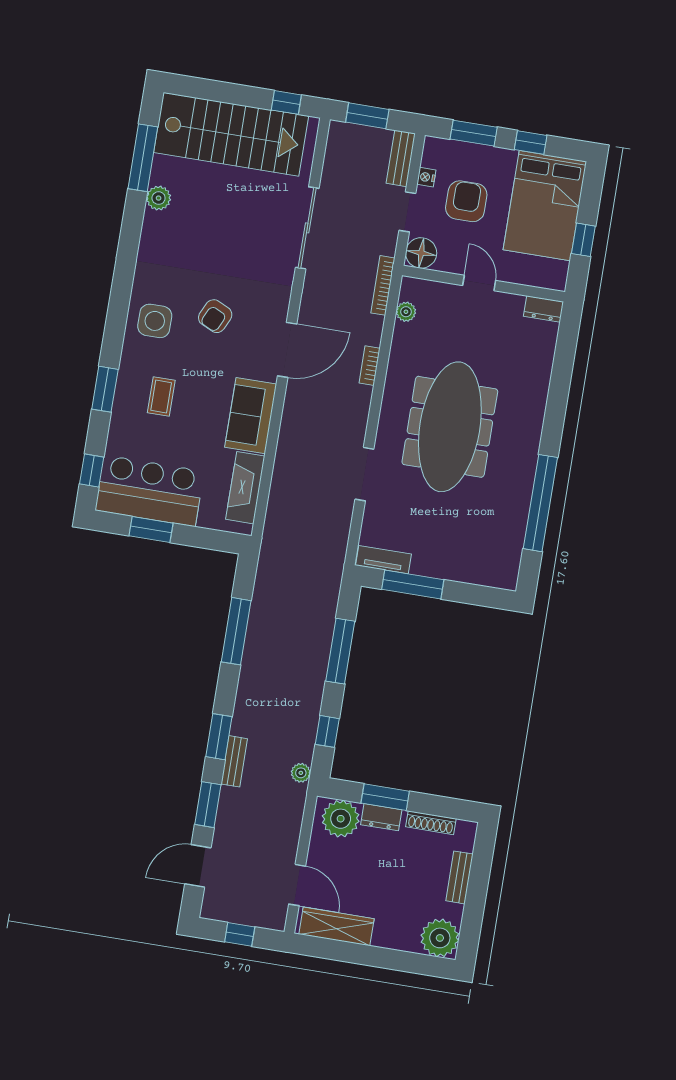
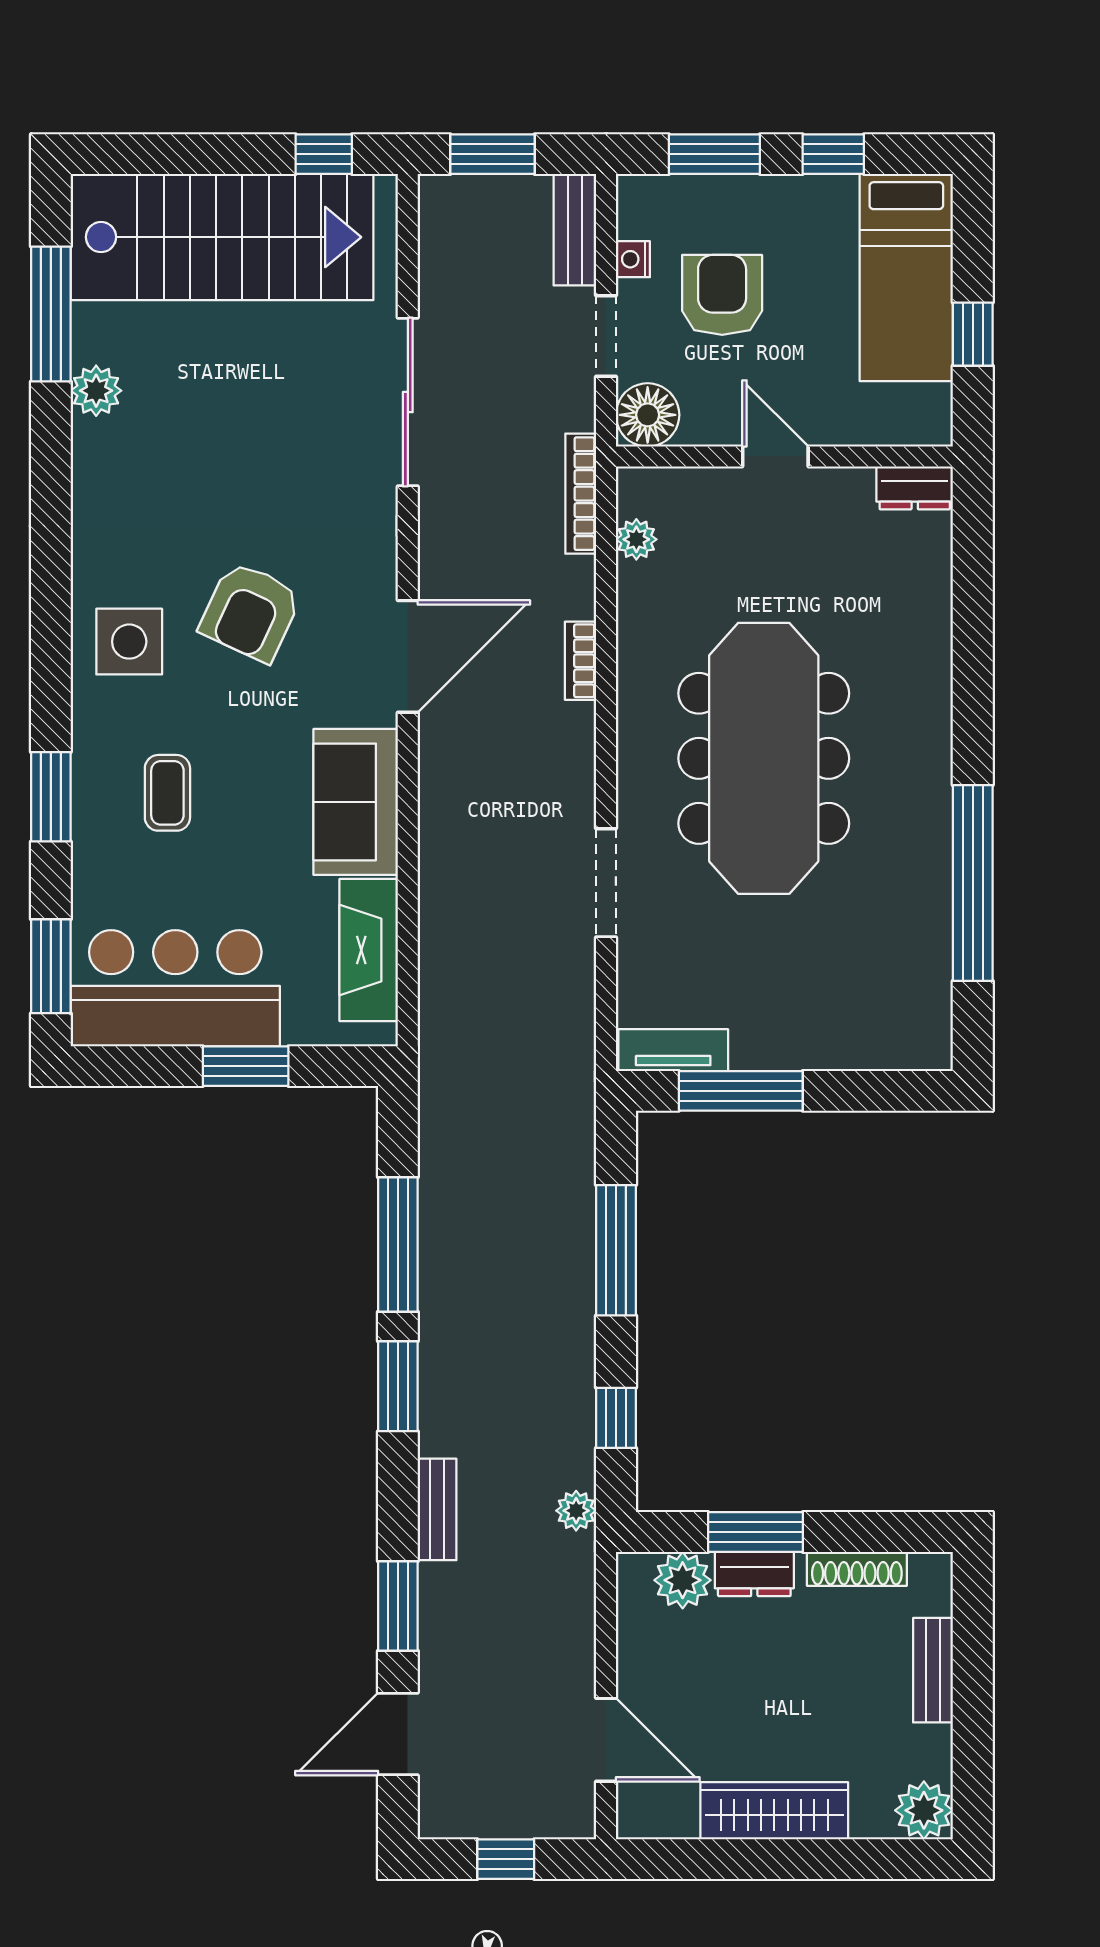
bed: (545, 206) -> (906, 278), width x0.67
armchair: (215, 316) -> (250, 612), width x1.38, depth x1.38
window: (92, 471) -> (51, 966), width x1.50
window: (151, 529) -> (246, 1066), moved
window: (219, 737) -> (398, 1386), moved
plant: (341, 819) -> (683, 1580), width x0.73, depth x0.73
wardrobe: (336, 926) -> (774, 1811), moved
plant: (440, 938) -> (924, 1810), width x0.73, depth x0.73

